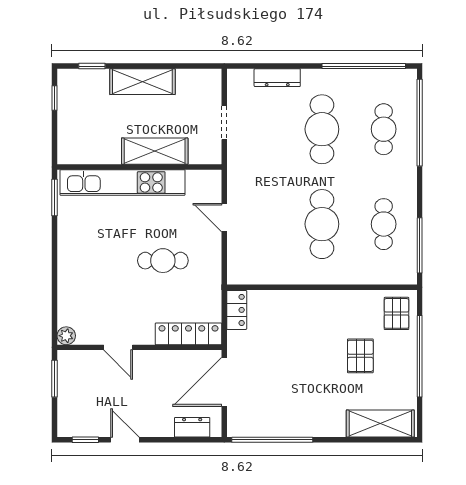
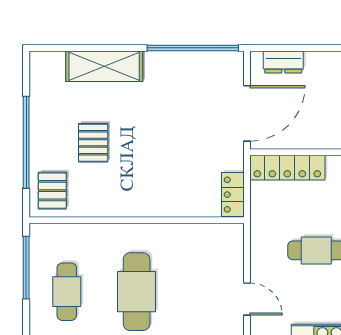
shelving: (380, 424) -> (104, 66), moved

